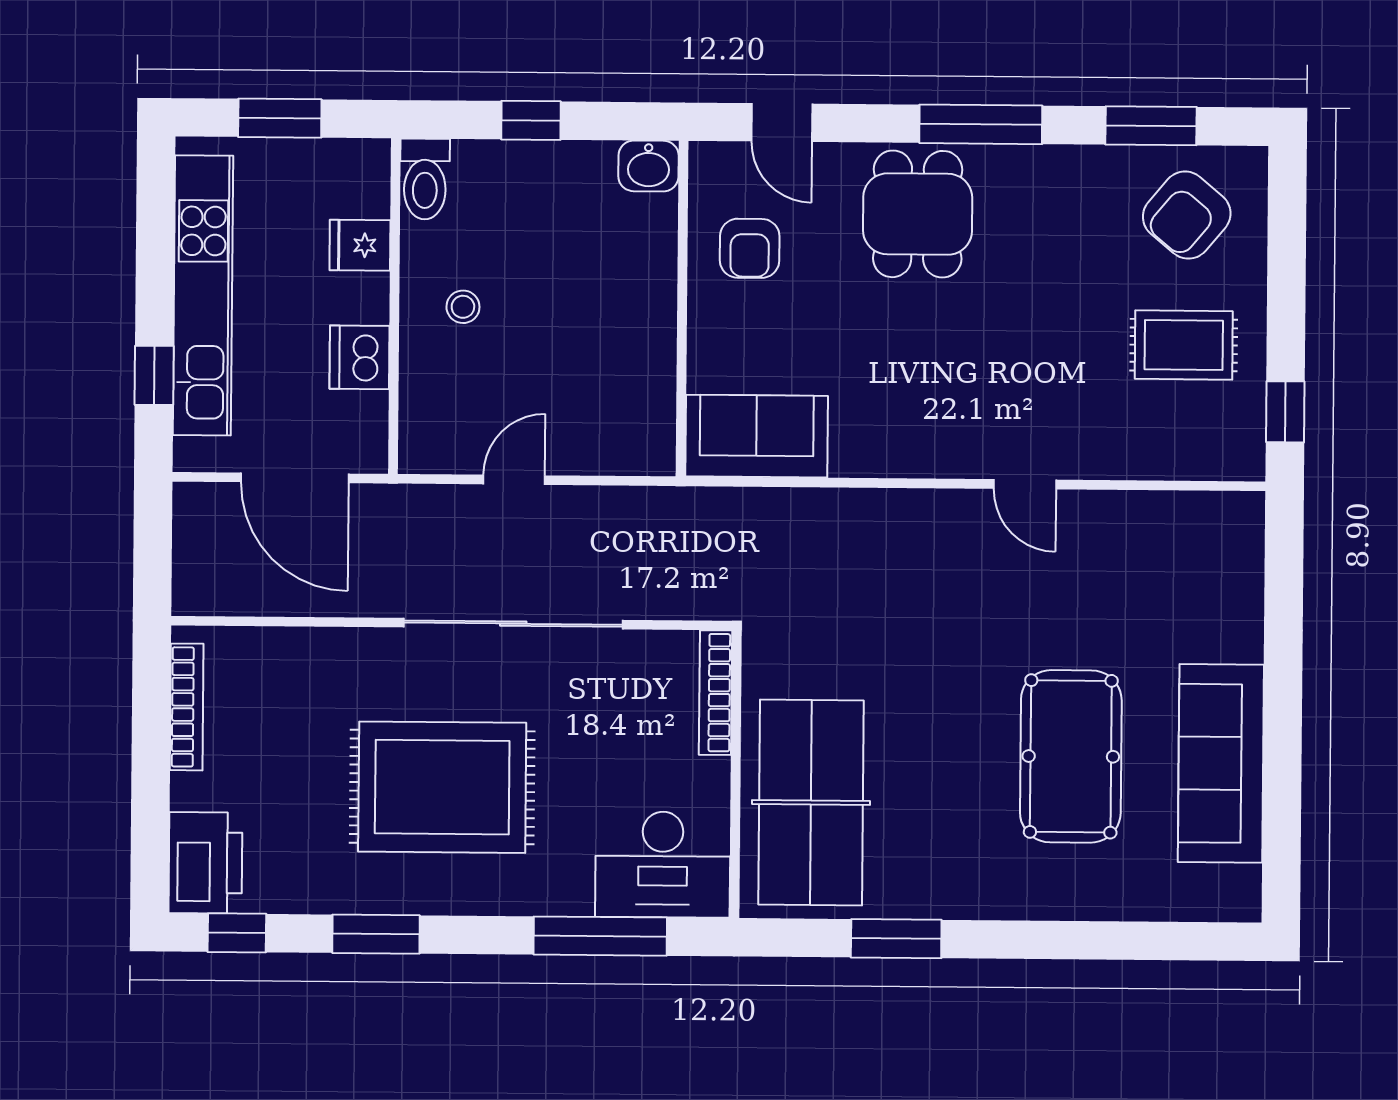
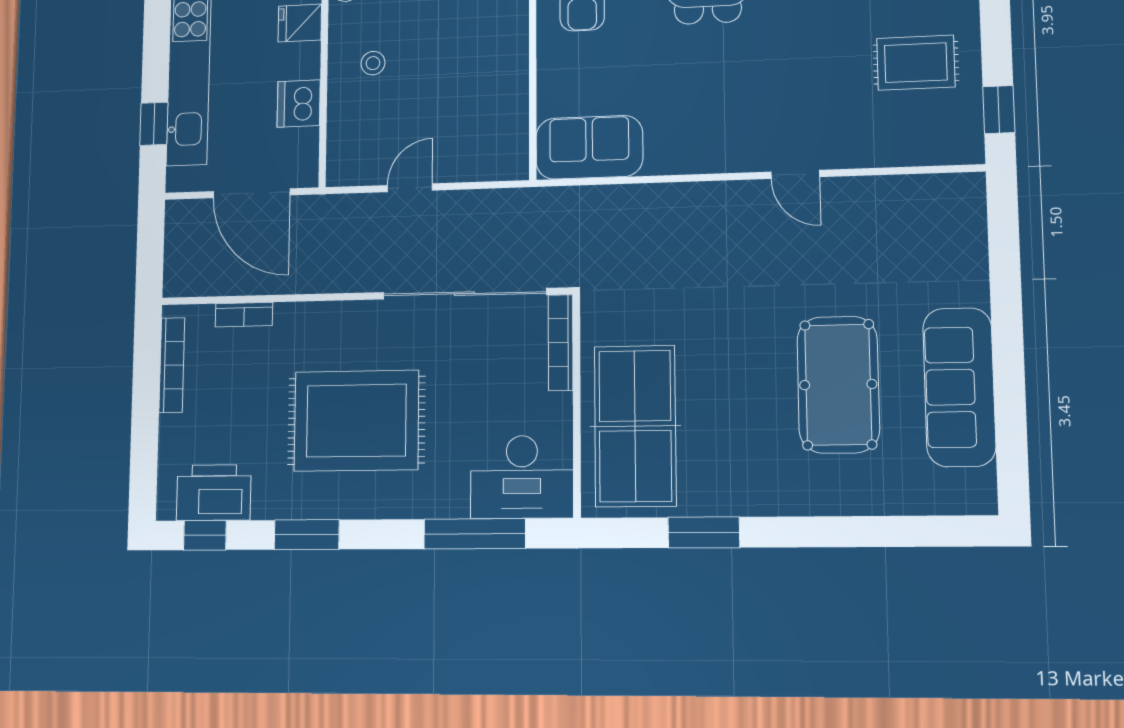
sliding door: (513, 624) -> (464, 294), moved
bookcase: (286, 642) -> (244, 315), added
printer: (205, 863) -> (214, 493), moved, turned -90

